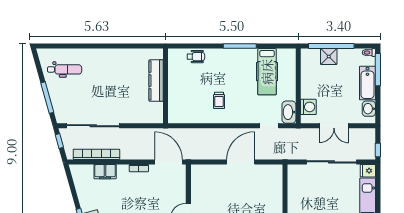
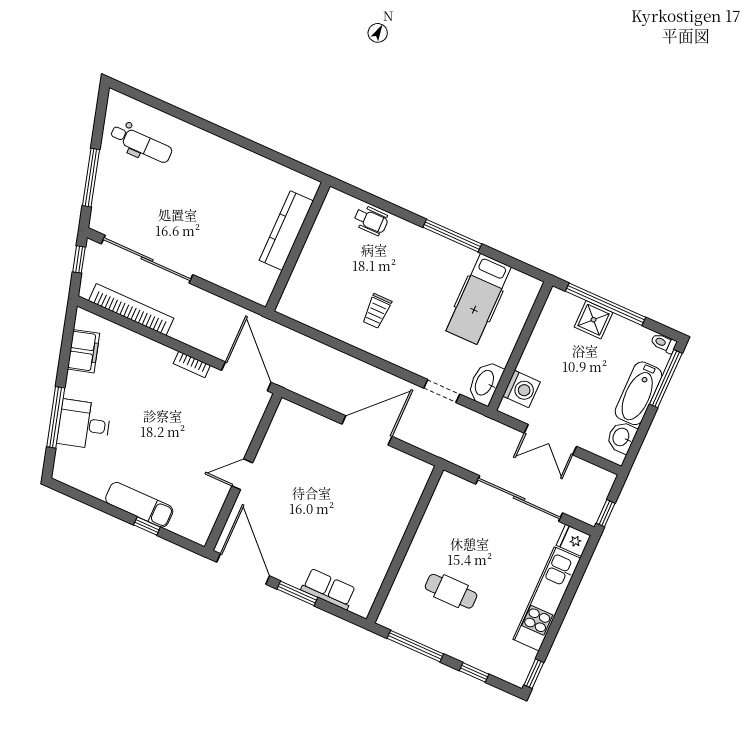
filing cabinet: (105, 172) -> (83, 351), moved, turned -106

